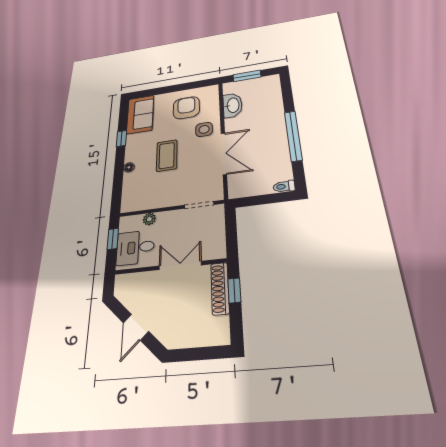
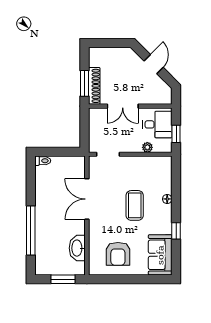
side table: (204, 129) -> (103, 227), removed
window: (293, 136) -> (31, 231), moved
window: (234, 290) -> (84, 83), width x1.50

